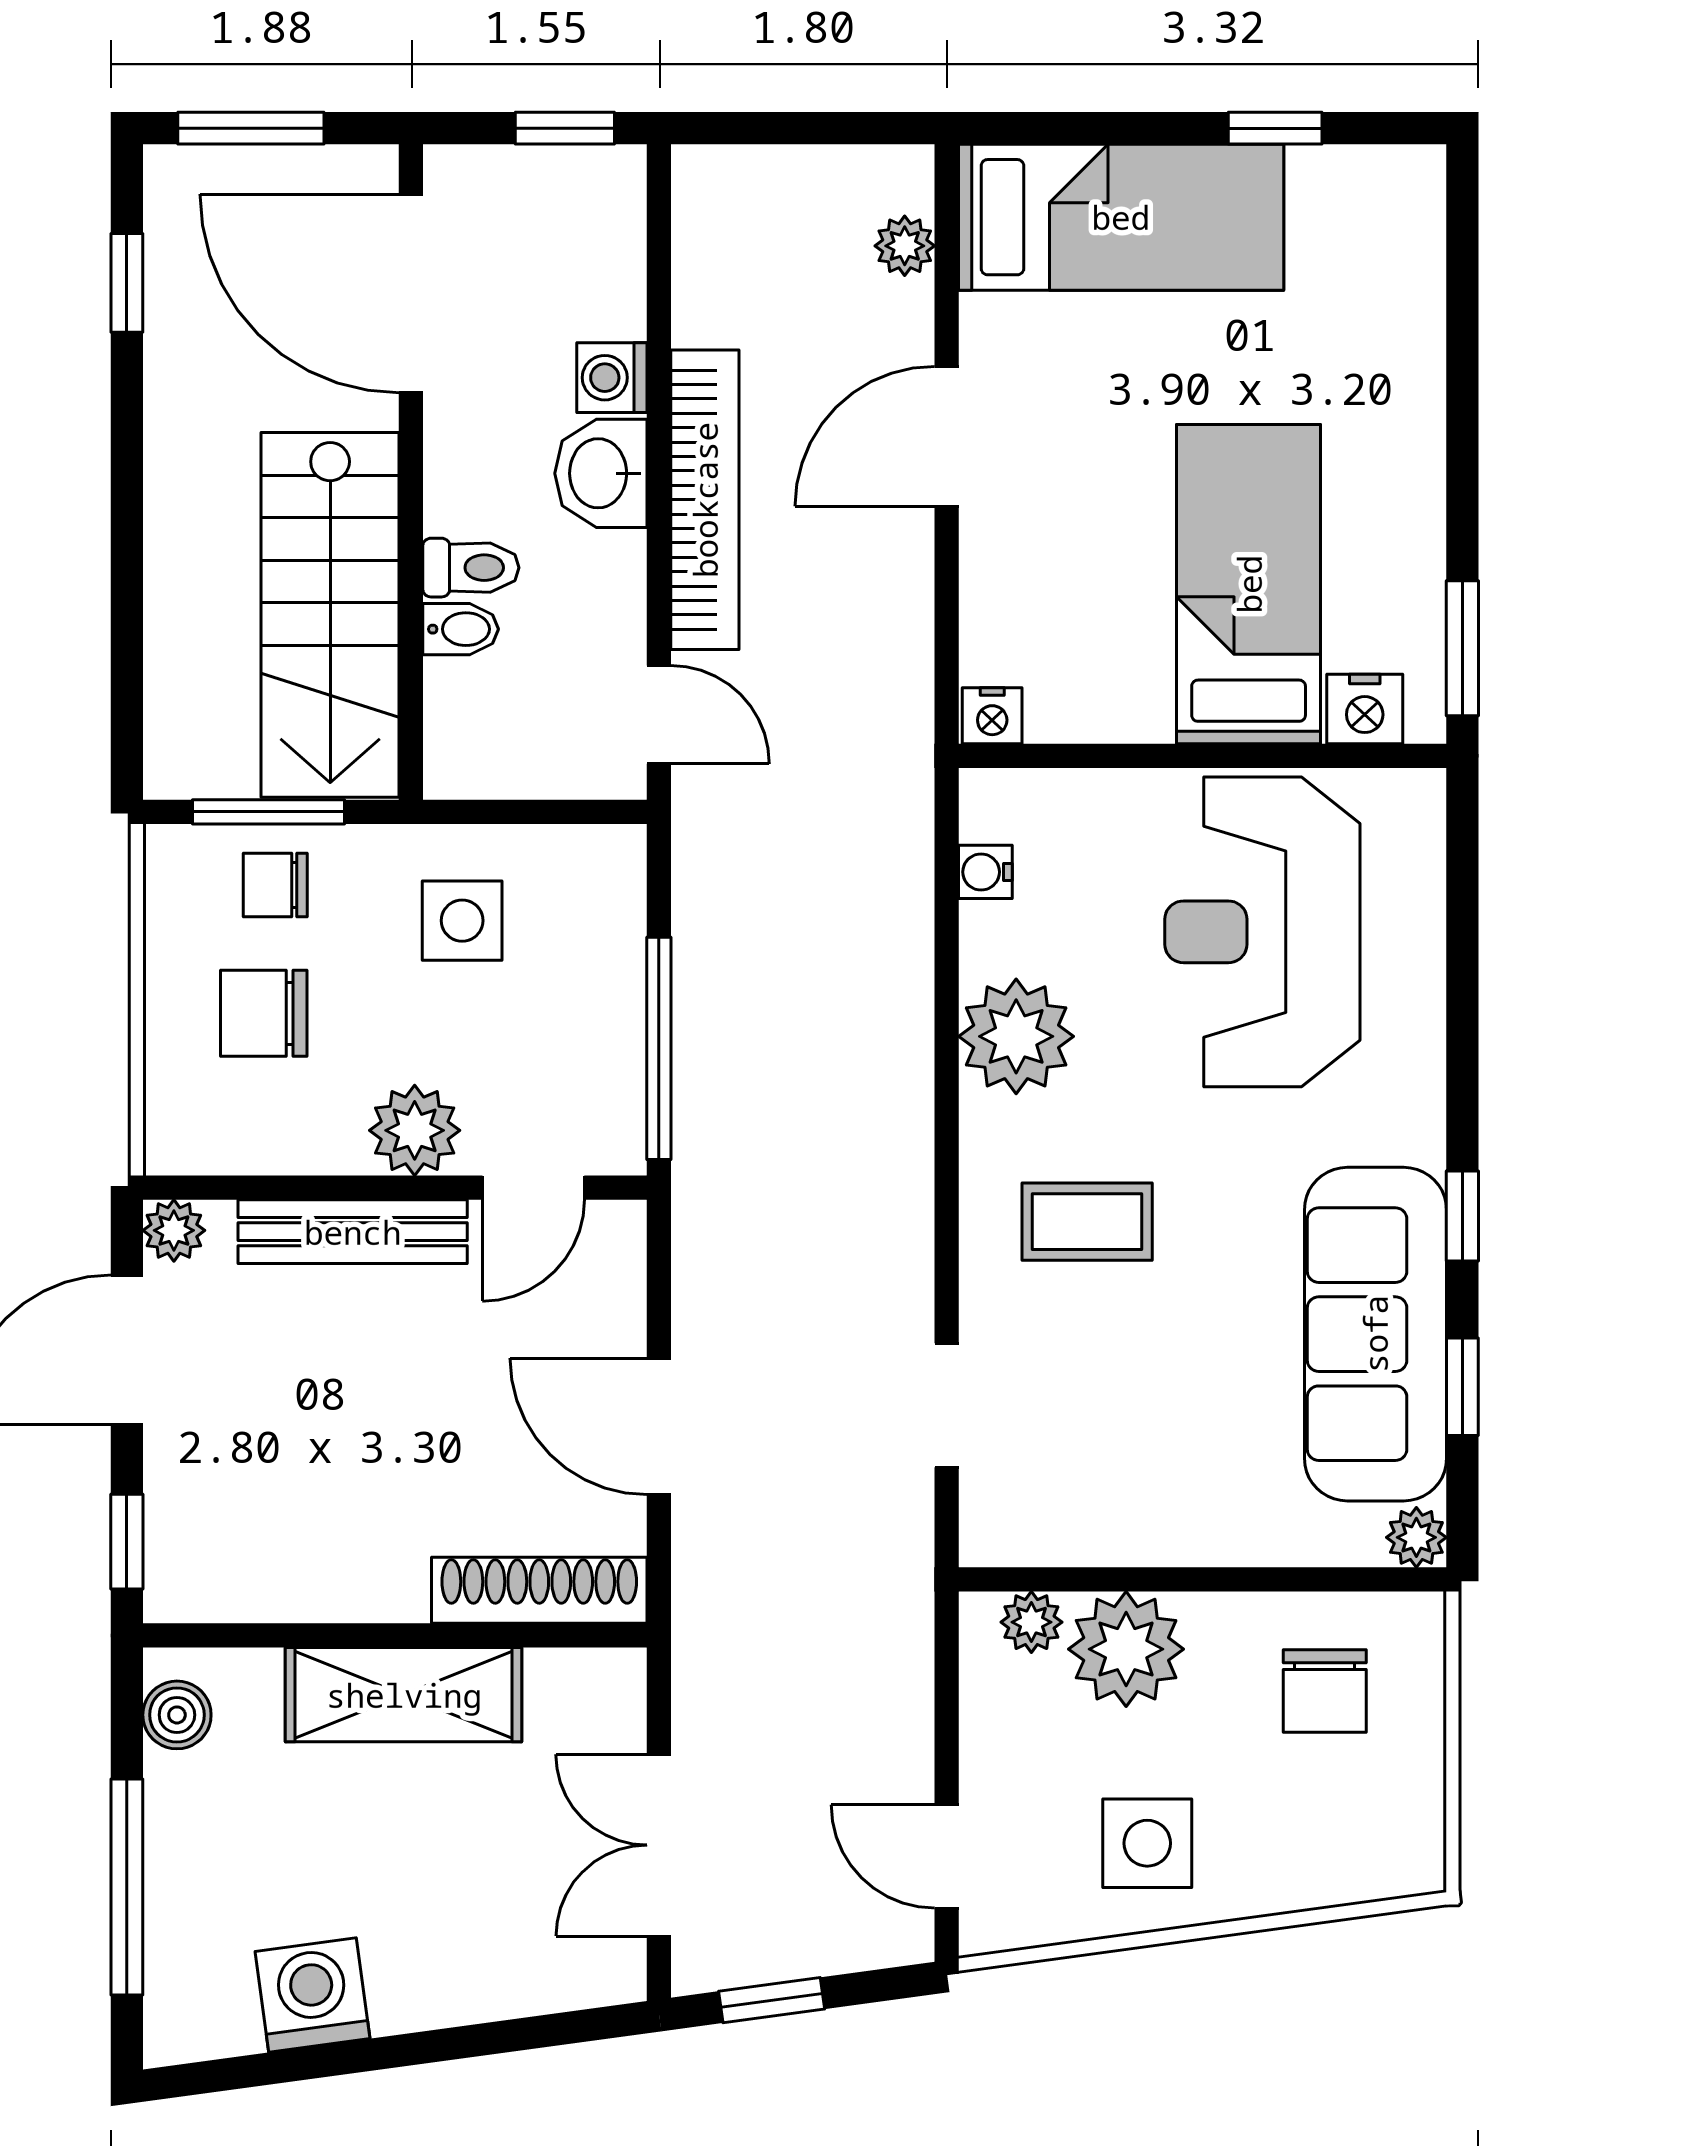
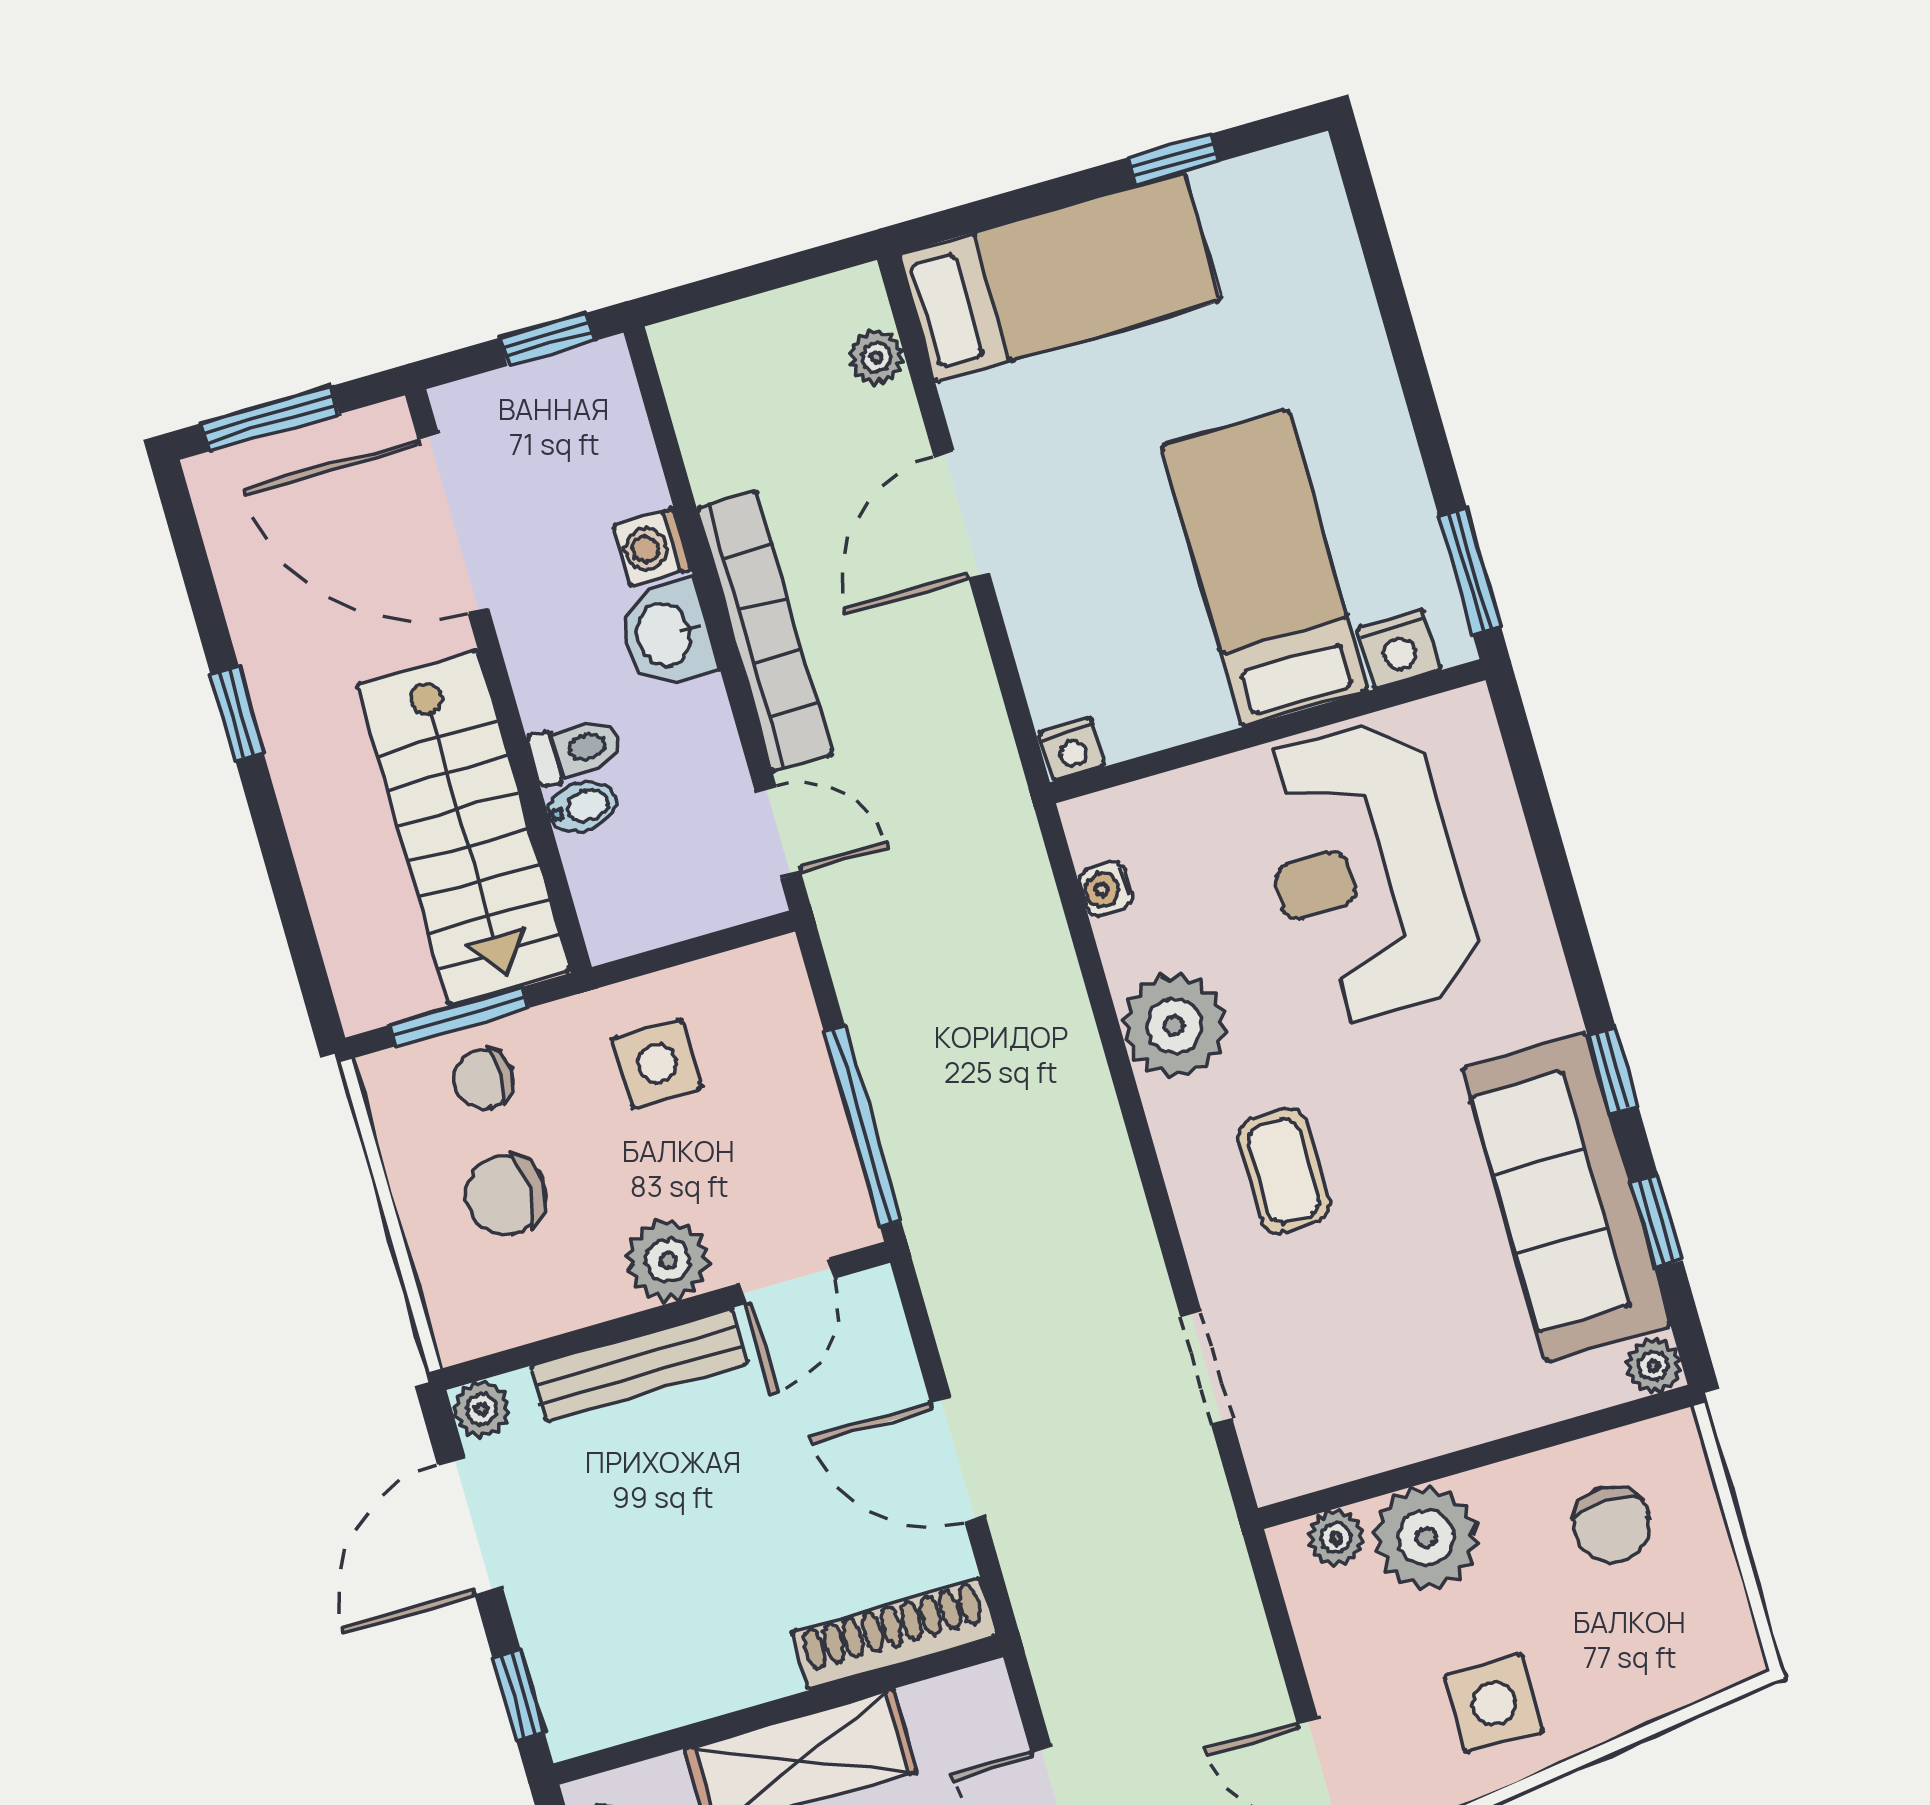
window: (127, 283) -> (237, 714), moved
coffee table: (1087, 1222) -> (1284, 1171), turned 90

